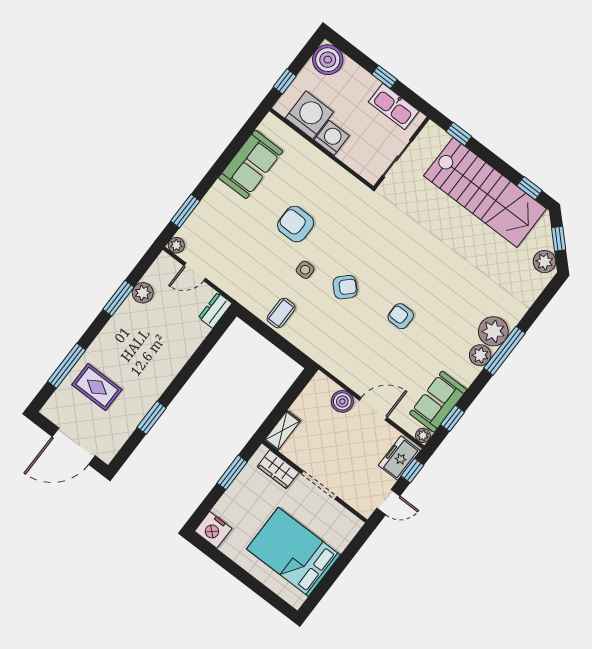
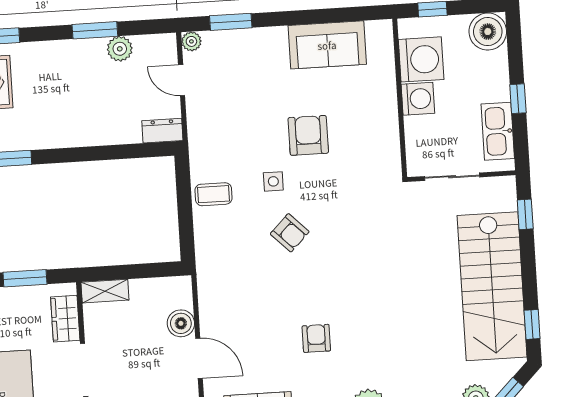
armchair: (401, 316) -> (316, 338), moved

